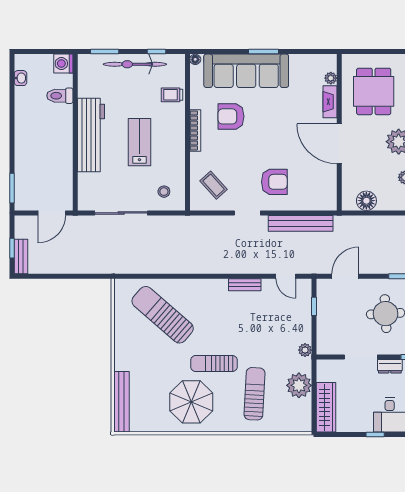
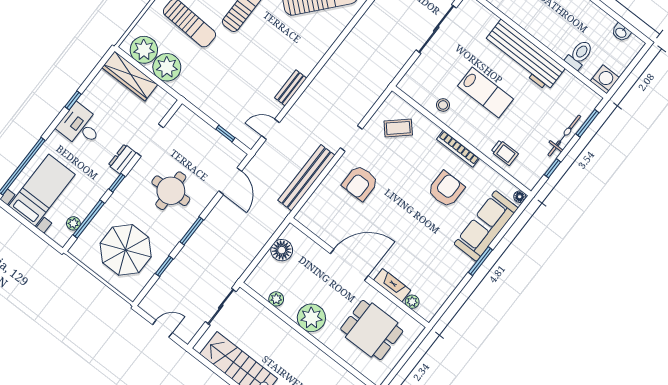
bicycle: (135, 64) -> (564, 136), width x0.73, depth x0.71
sofa: (246, 71) -> (486, 226), width x0.74, depth x0.79
trolley: (172, 95) -> (505, 153), turned 90
stool: (164, 192) -> (443, 105), moved
plant: (305, 350) -> (144, 50), moved, width x1.88, depth x1.88

